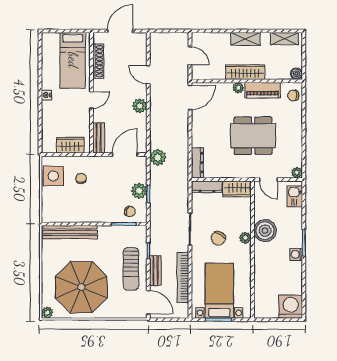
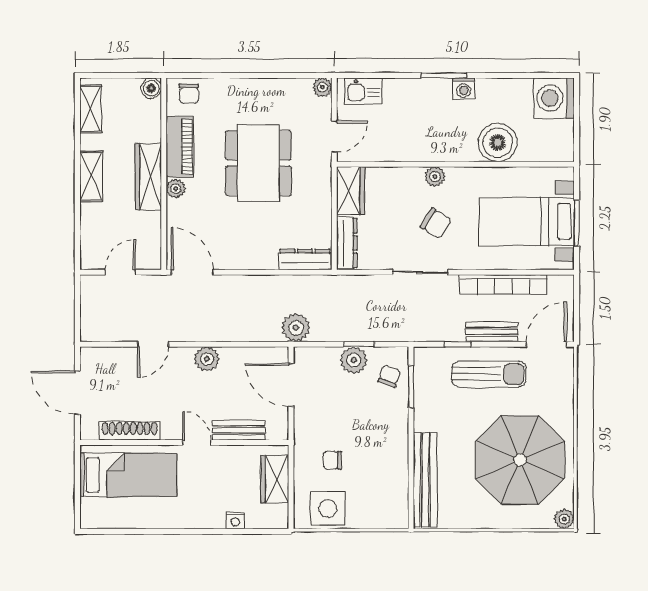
nightstand: (46, 95) -> (235, 520), moved
bench: (99, 138) -> (239, 430), moved
boiler: (265, 231) -> (498, 142), moved

